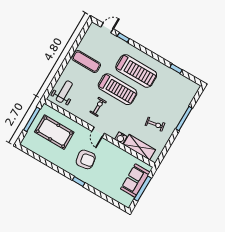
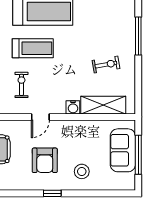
treadmill: (118, 89) -> (33, 48), width x0.73, depth x0.73
door: (98, 132) -> (40, 117), hinge flipped
armchair: (86, 159) -> (45, 160), turned 100
stool: (104, 179) -> (82, 171), added

